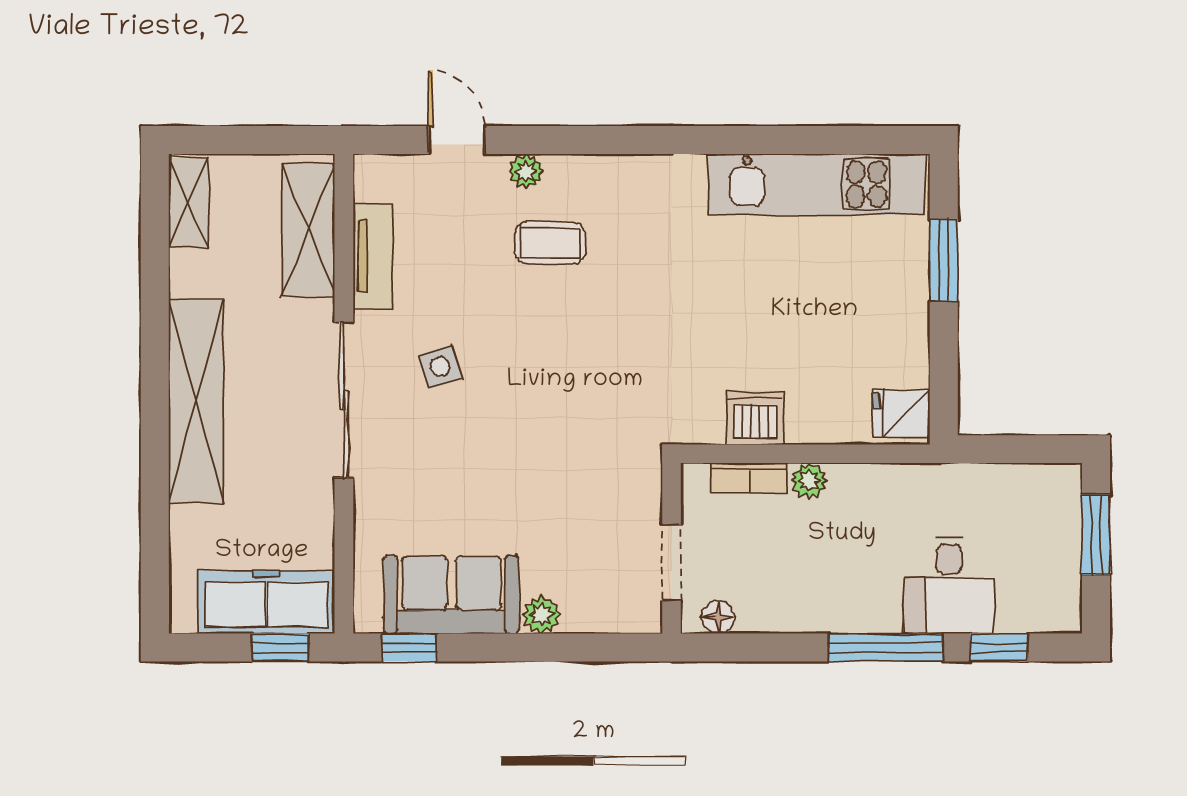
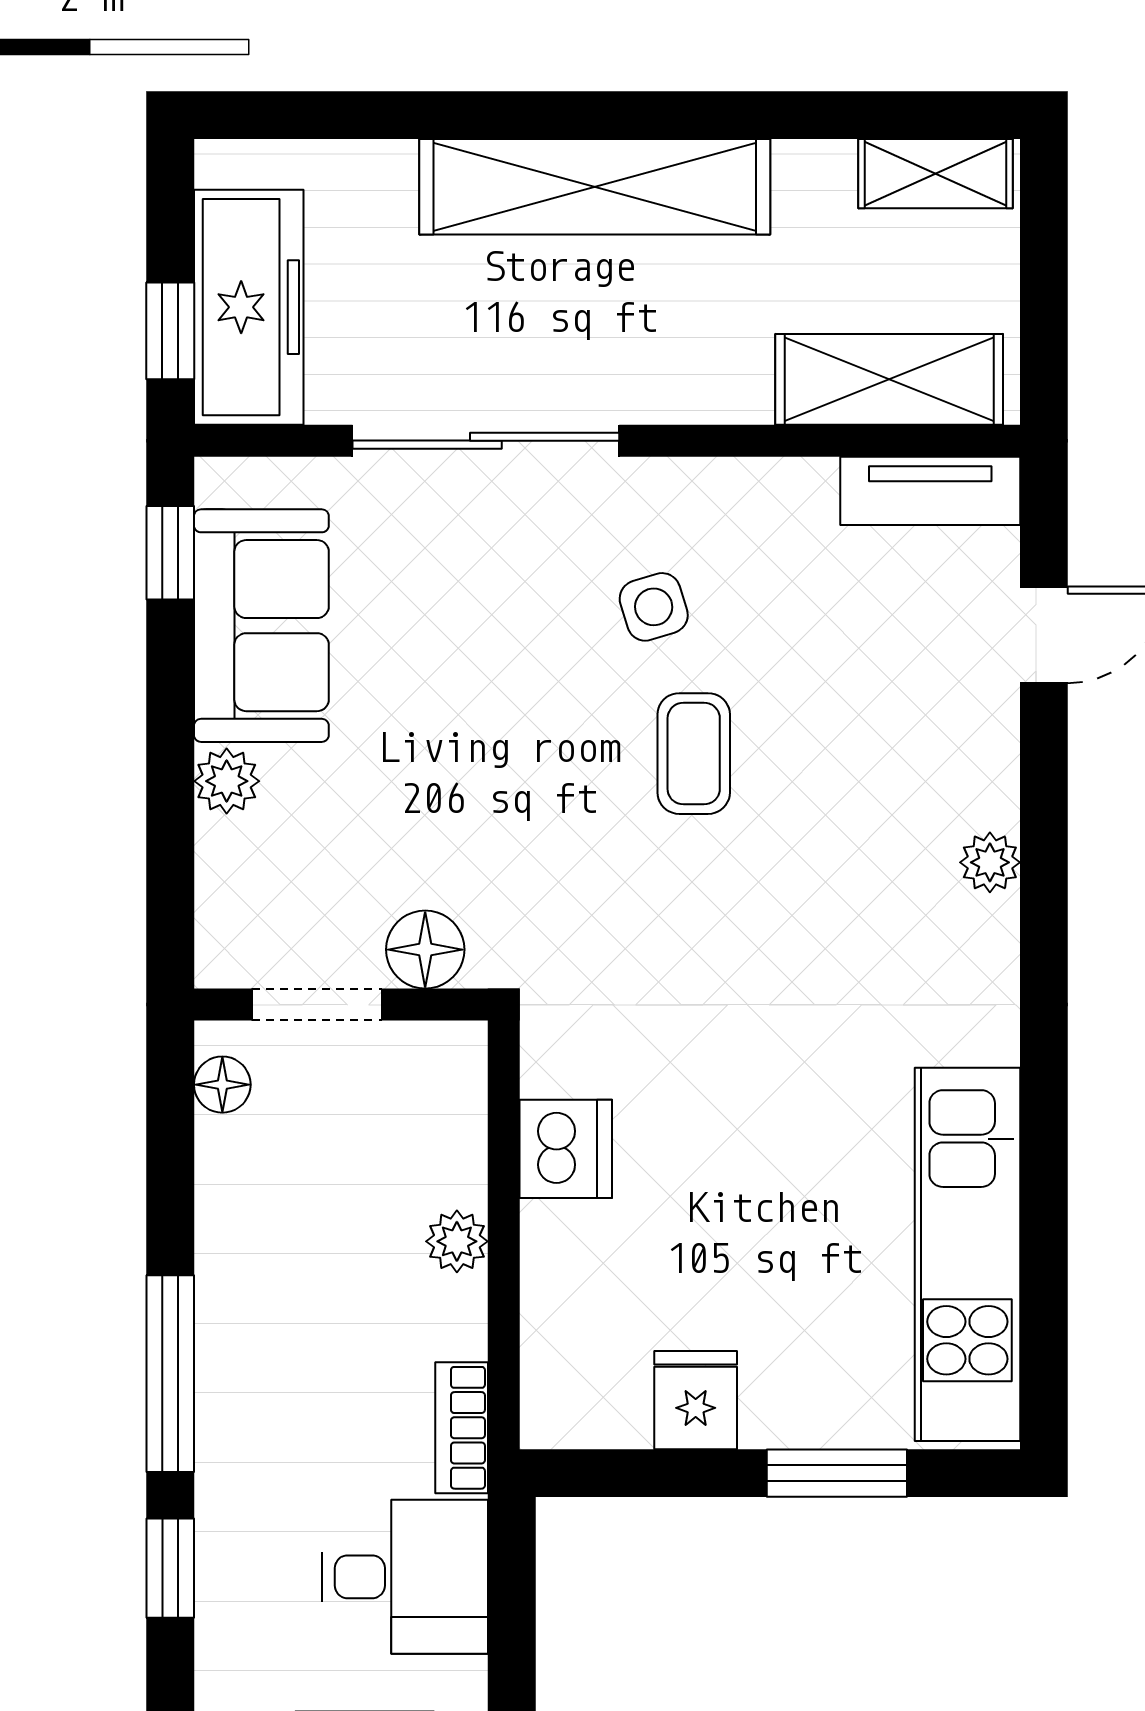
plant: (526, 171) -> (990, 862), moved
coffee table: (550, 243) -> (694, 754), moved
tv unit: (373, 256) -> (930, 491), moved
sliding door: (344, 400) -> (486, 441), moved
fridge: (901, 413) -> (696, 1400), moved
bookcase: (749, 478) -> (462, 1428), moved
floor lamp: (640, 499) -> (425, 950), added
desk: (949, 585) -> (405, 1577), moved, turned 180

